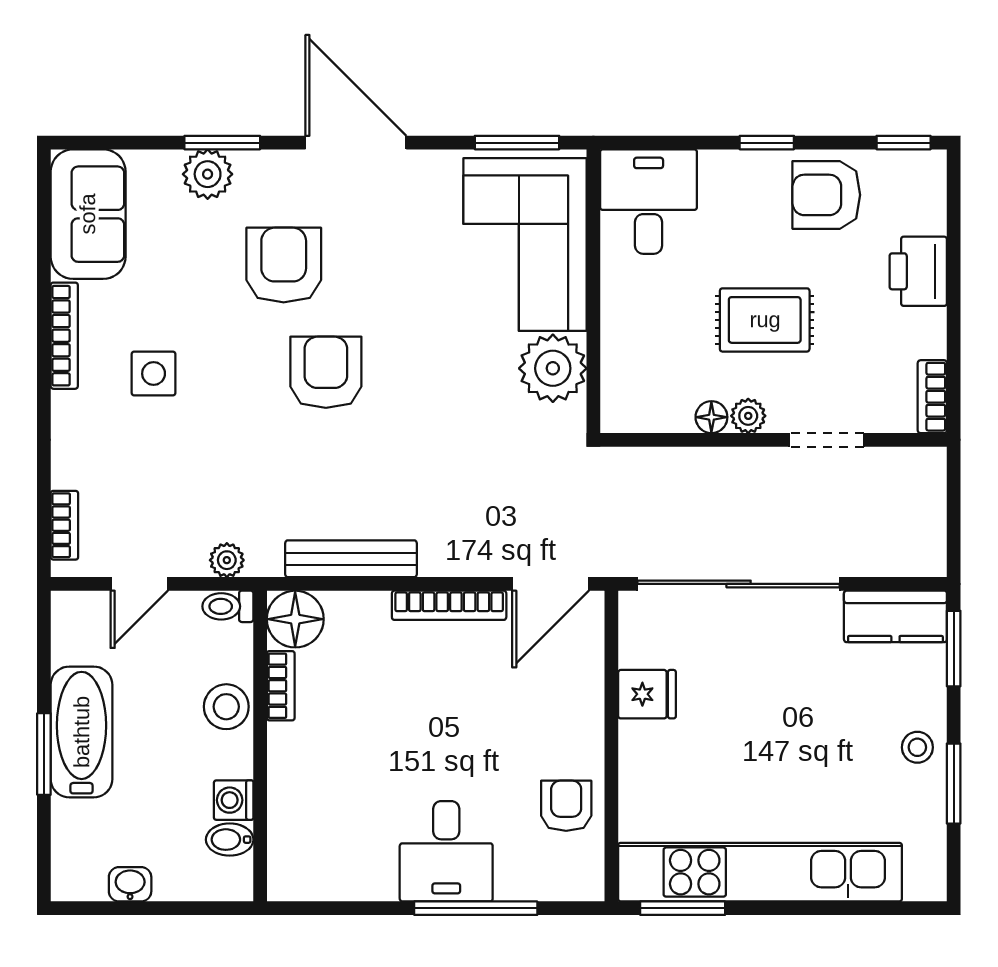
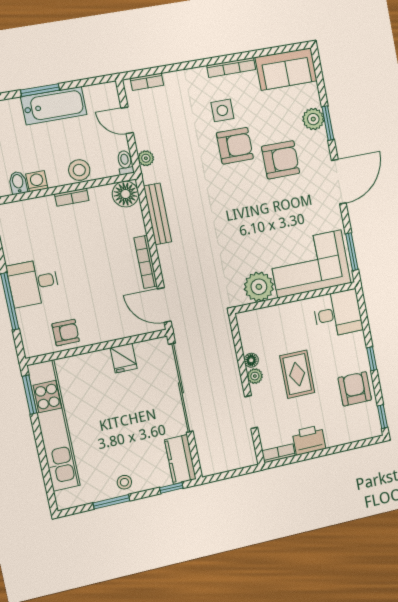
printer: (918, 271) -> (309, 440), moved
armchair: (326, 372) -> (235, 146), moved
window: (954, 649) -> (171, 488), width x0.67
bookcase: (281, 686) -> (72, 197), moved

